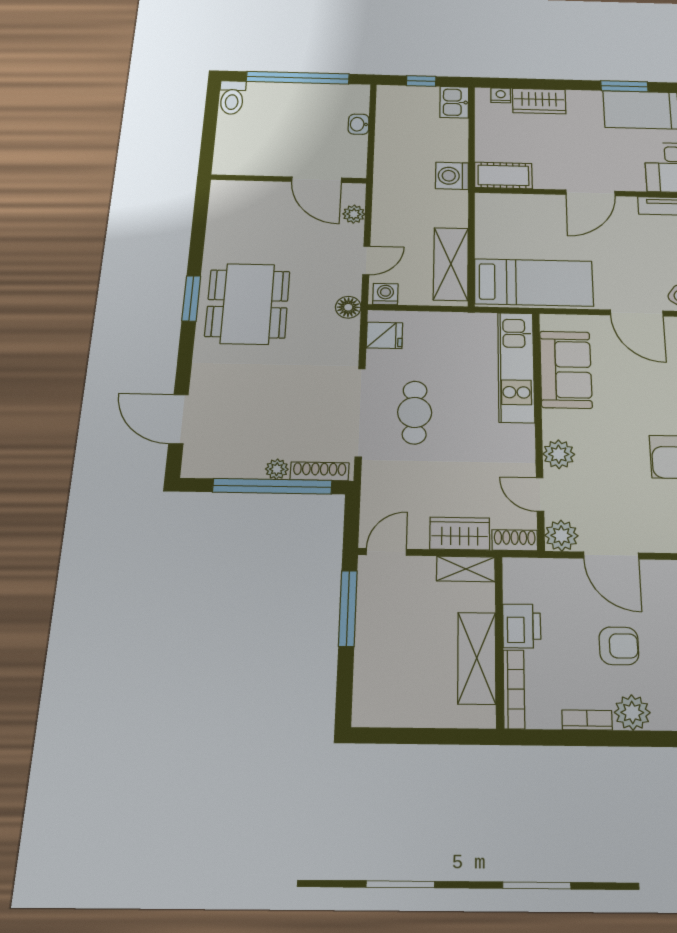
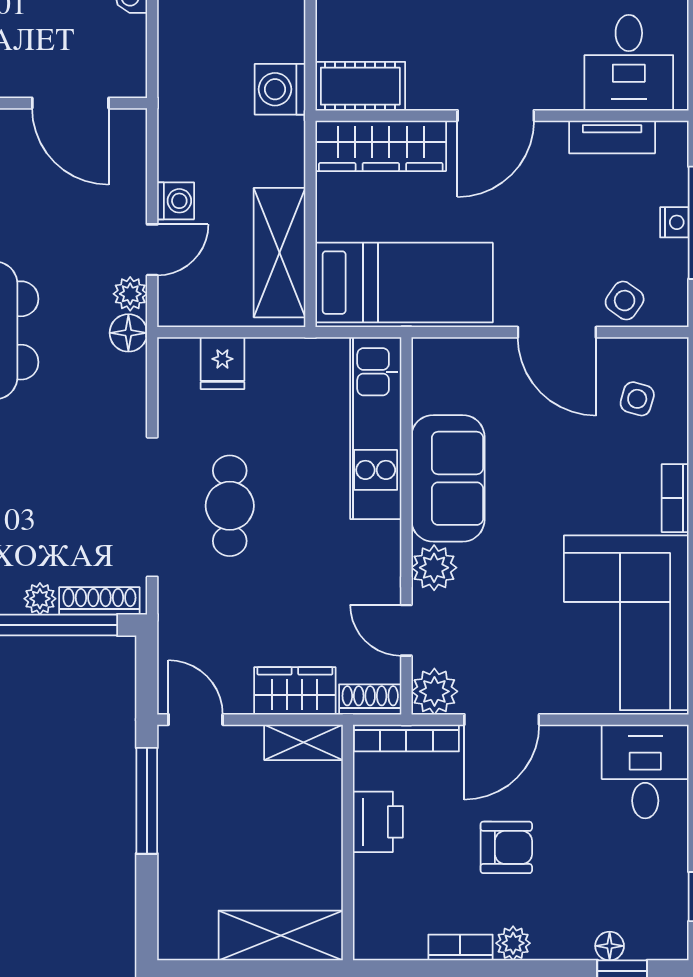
wardrobe: (517, 207) -> (381, 146), added
plant: (354, 214) -> (130, 294), moved
washing machine: (385, 294) -> (176, 201), moved, turned 90
fridge: (384, 335) -> (222, 363), moved, turned 90
sofa: (566, 369) -> (448, 478), moved
door: (386, 552) -> (196, 720), hinge flipped
door: (611, 556) -> (502, 720), hinge flipped
shelving: (477, 658) -> (281, 935), moved, turned 90
bookcase: (514, 689) -> (406, 738), moved, turned 90
plant: (632, 712) -> (513, 943), width x0.73, depth x0.73

